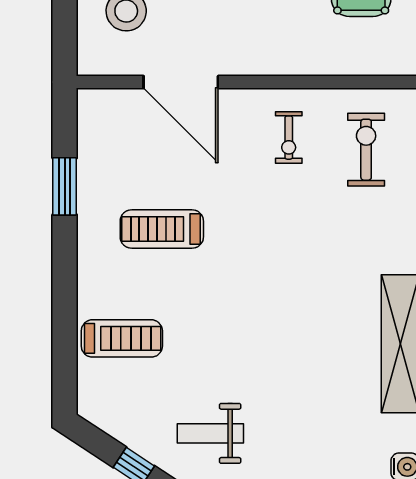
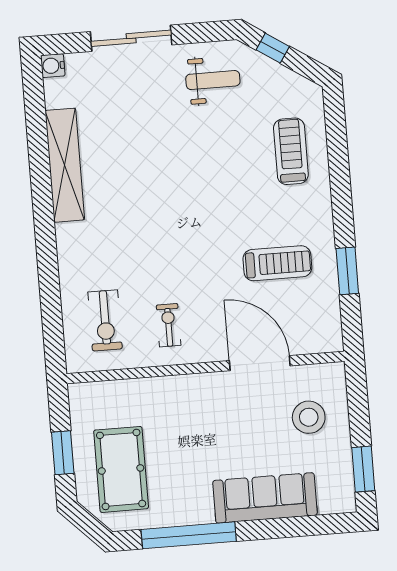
treadmill: (162, 229) -> (277, 263), moved
treadmill: (122, 338) -> (291, 151), turned 90

